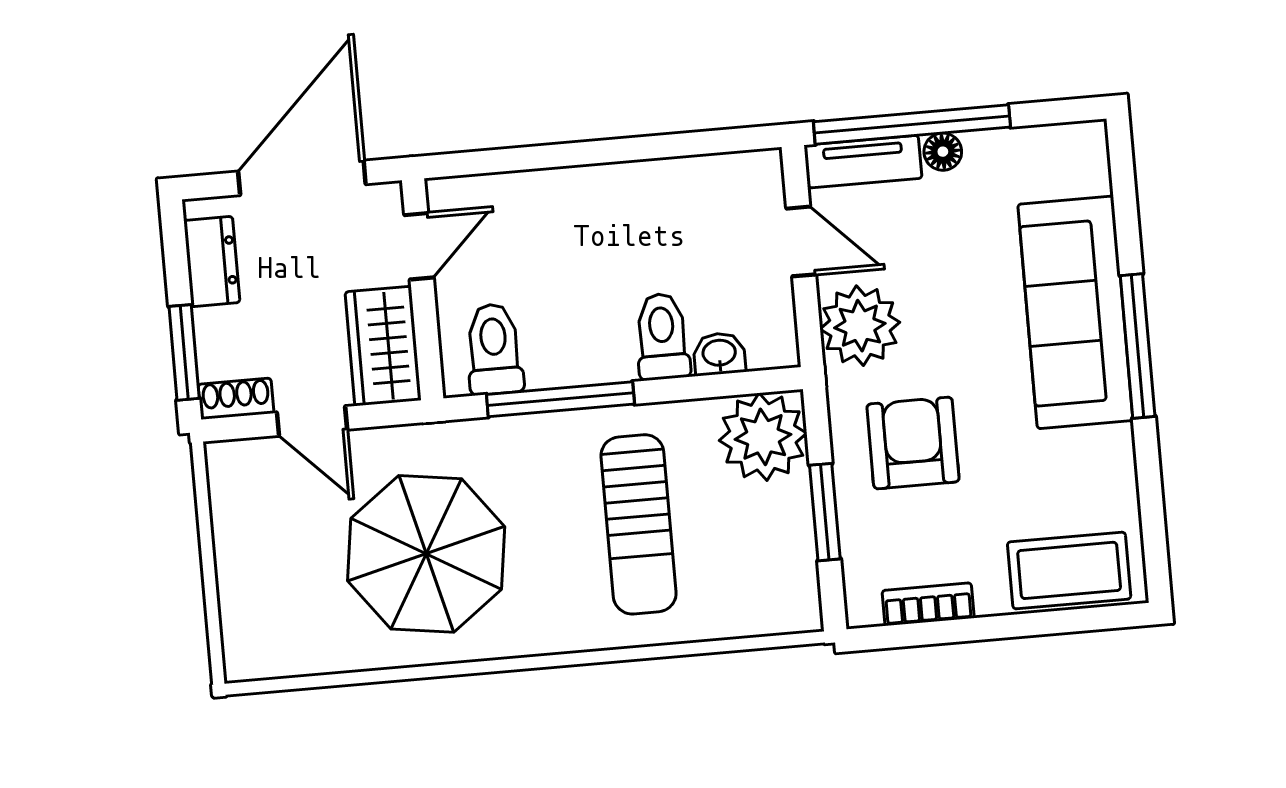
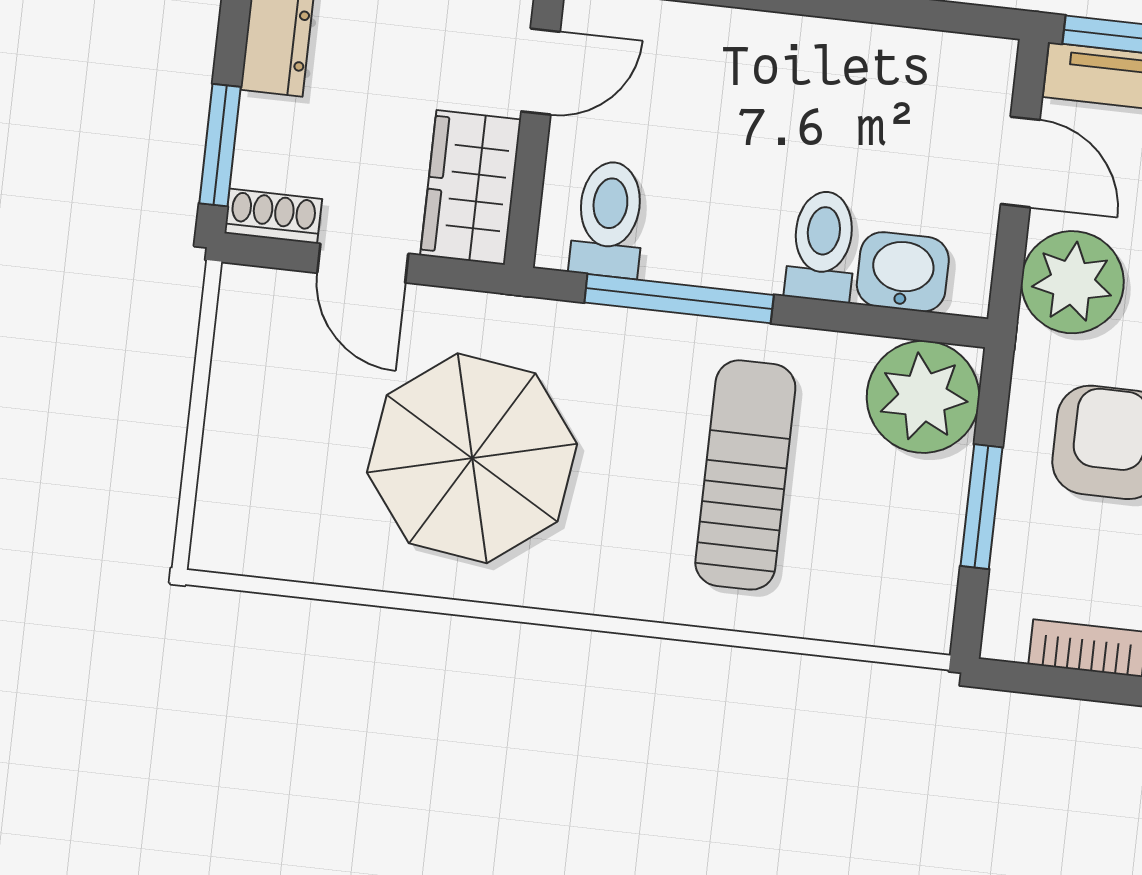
washbasin: (719, 354) -> (903, 272), width x1.38, depth x1.45
sun lounger: (639, 524) -> (745, 475), turned 180

